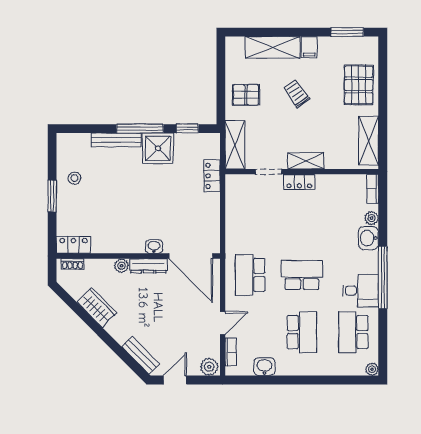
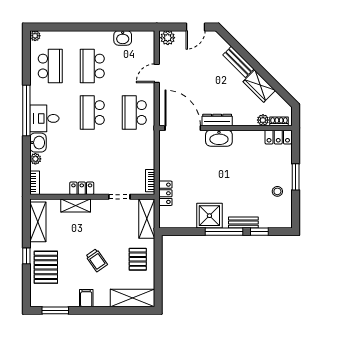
shelving: (273, 47) -> (133, 298), moved
pallet: (246, 95) -> (138, 259), turned 90
window: (383, 99) -> (26, 256), added
window: (187, 129) -> (259, 232), moved
bench: (116, 140) -> (243, 223), width x0.73
shelving: (306, 161) -> (76, 205), moved
locker: (299, 182) -> (82, 188), moved
washbasin: (154, 247) -> (219, 138), width x1.91, depth x1.45
plant: (122, 266) -> (263, 120), moved
school desk: (250, 275) -> (134, 113), turned 180
school desk: (302, 275) -> (92, 113), turned 90
desk: (361, 291) -> (44, 118), moved
bookcase: (231, 352) -> (150, 181), moved
bench: (141, 355) -> (238, 62), moved

